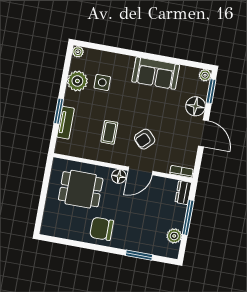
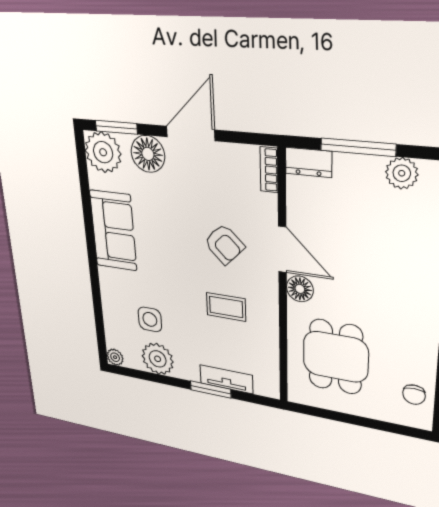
plant: (205, 75) -> (103, 152), width x1.88, depth x1.88
chair: (102, 229) -> (414, 395), moved, width x0.54, depth x0.54

